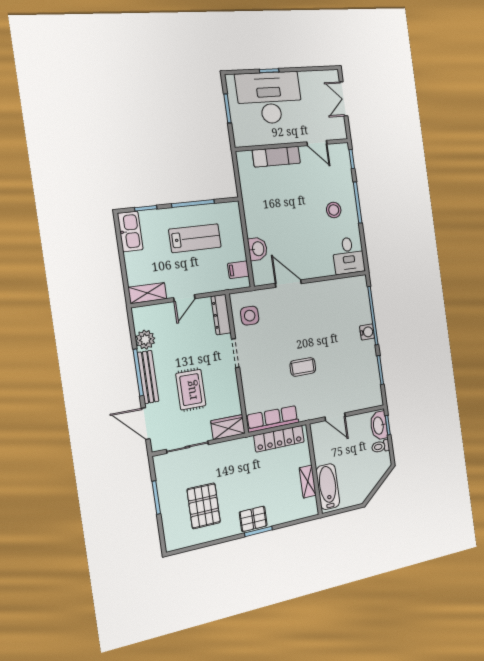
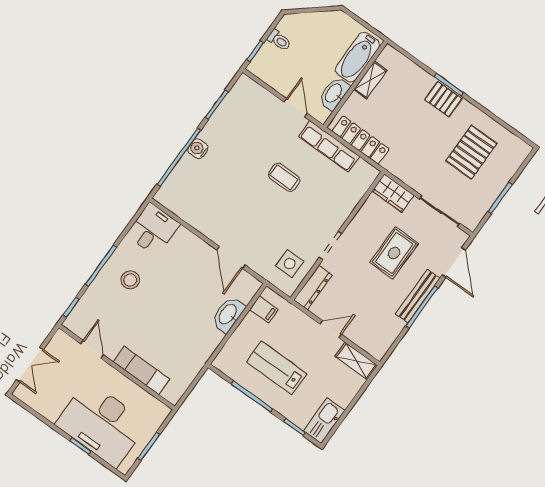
washbasin: (258, 249) -> (228, 315), width x1.38
plant: (145, 340) -> (392, 327), removed
row of seats: (273, 419) -> (329, 146), moved
washbasin: (379, 426) -> (334, 93), moved, turned 180

